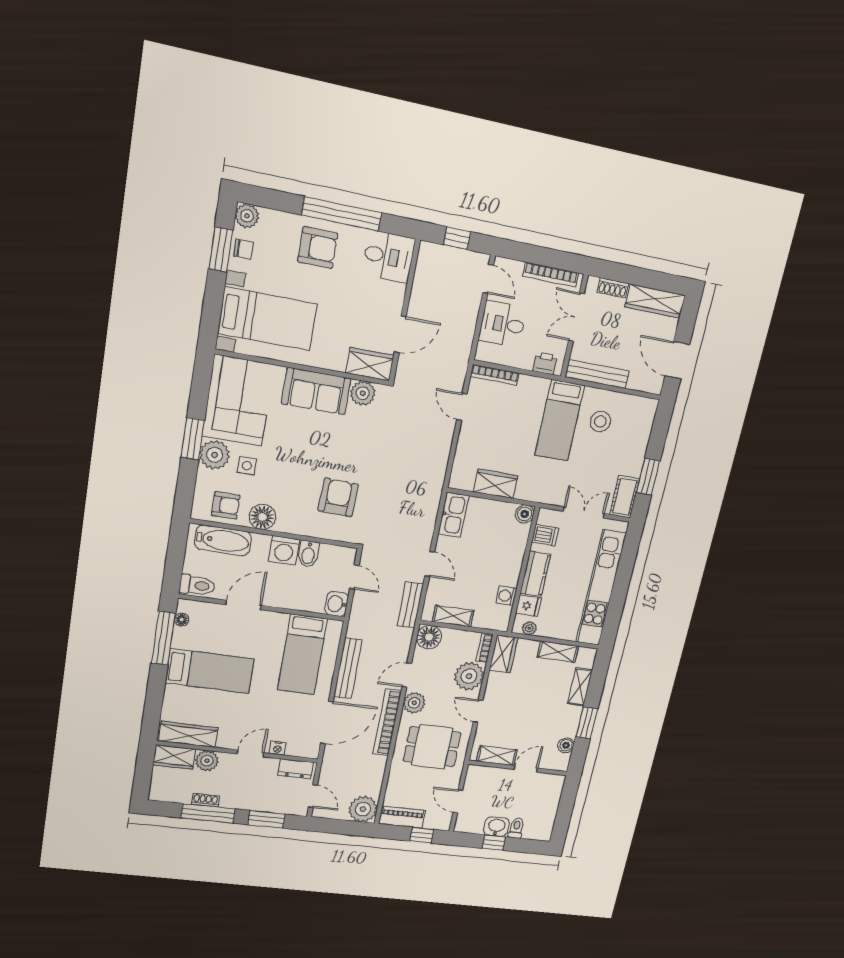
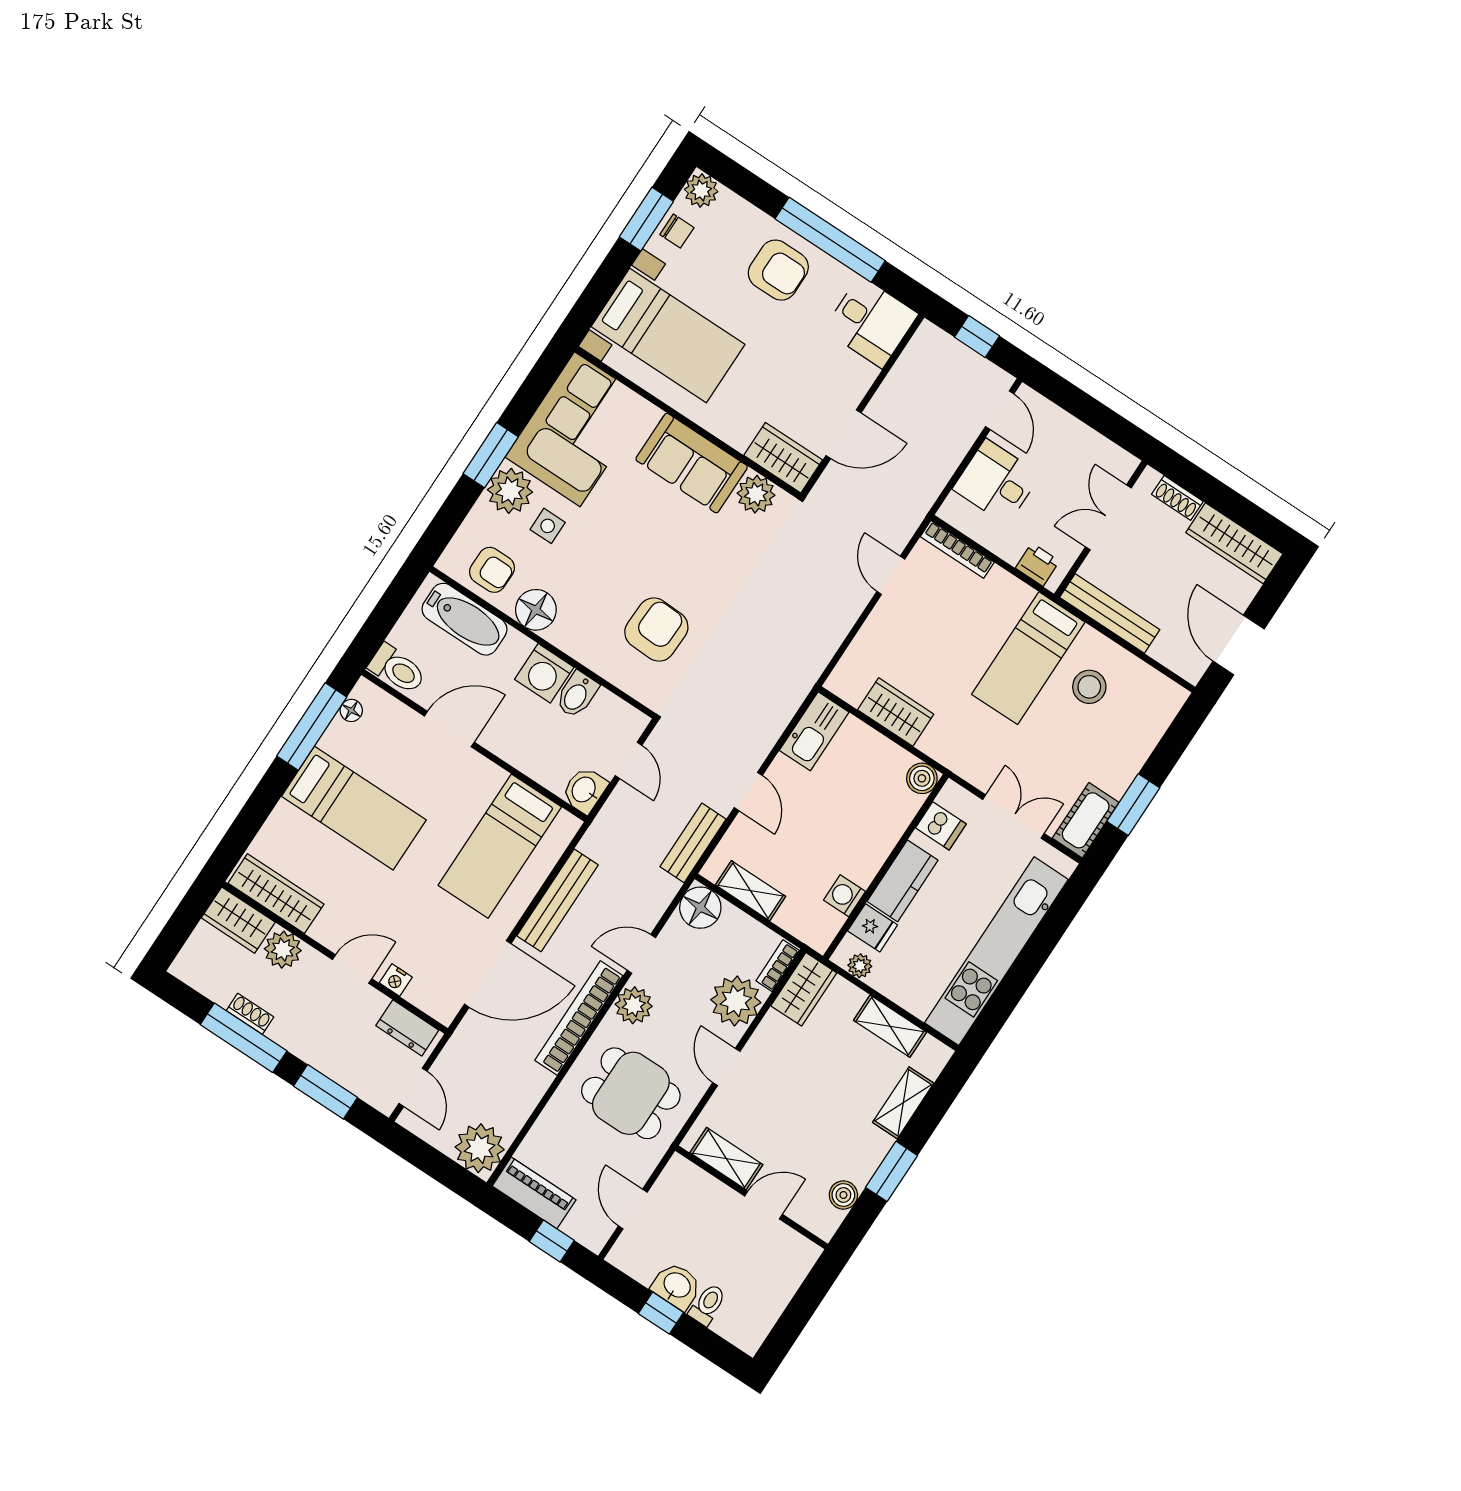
bookcase: (551, 275) -> (1093, 441), removed

